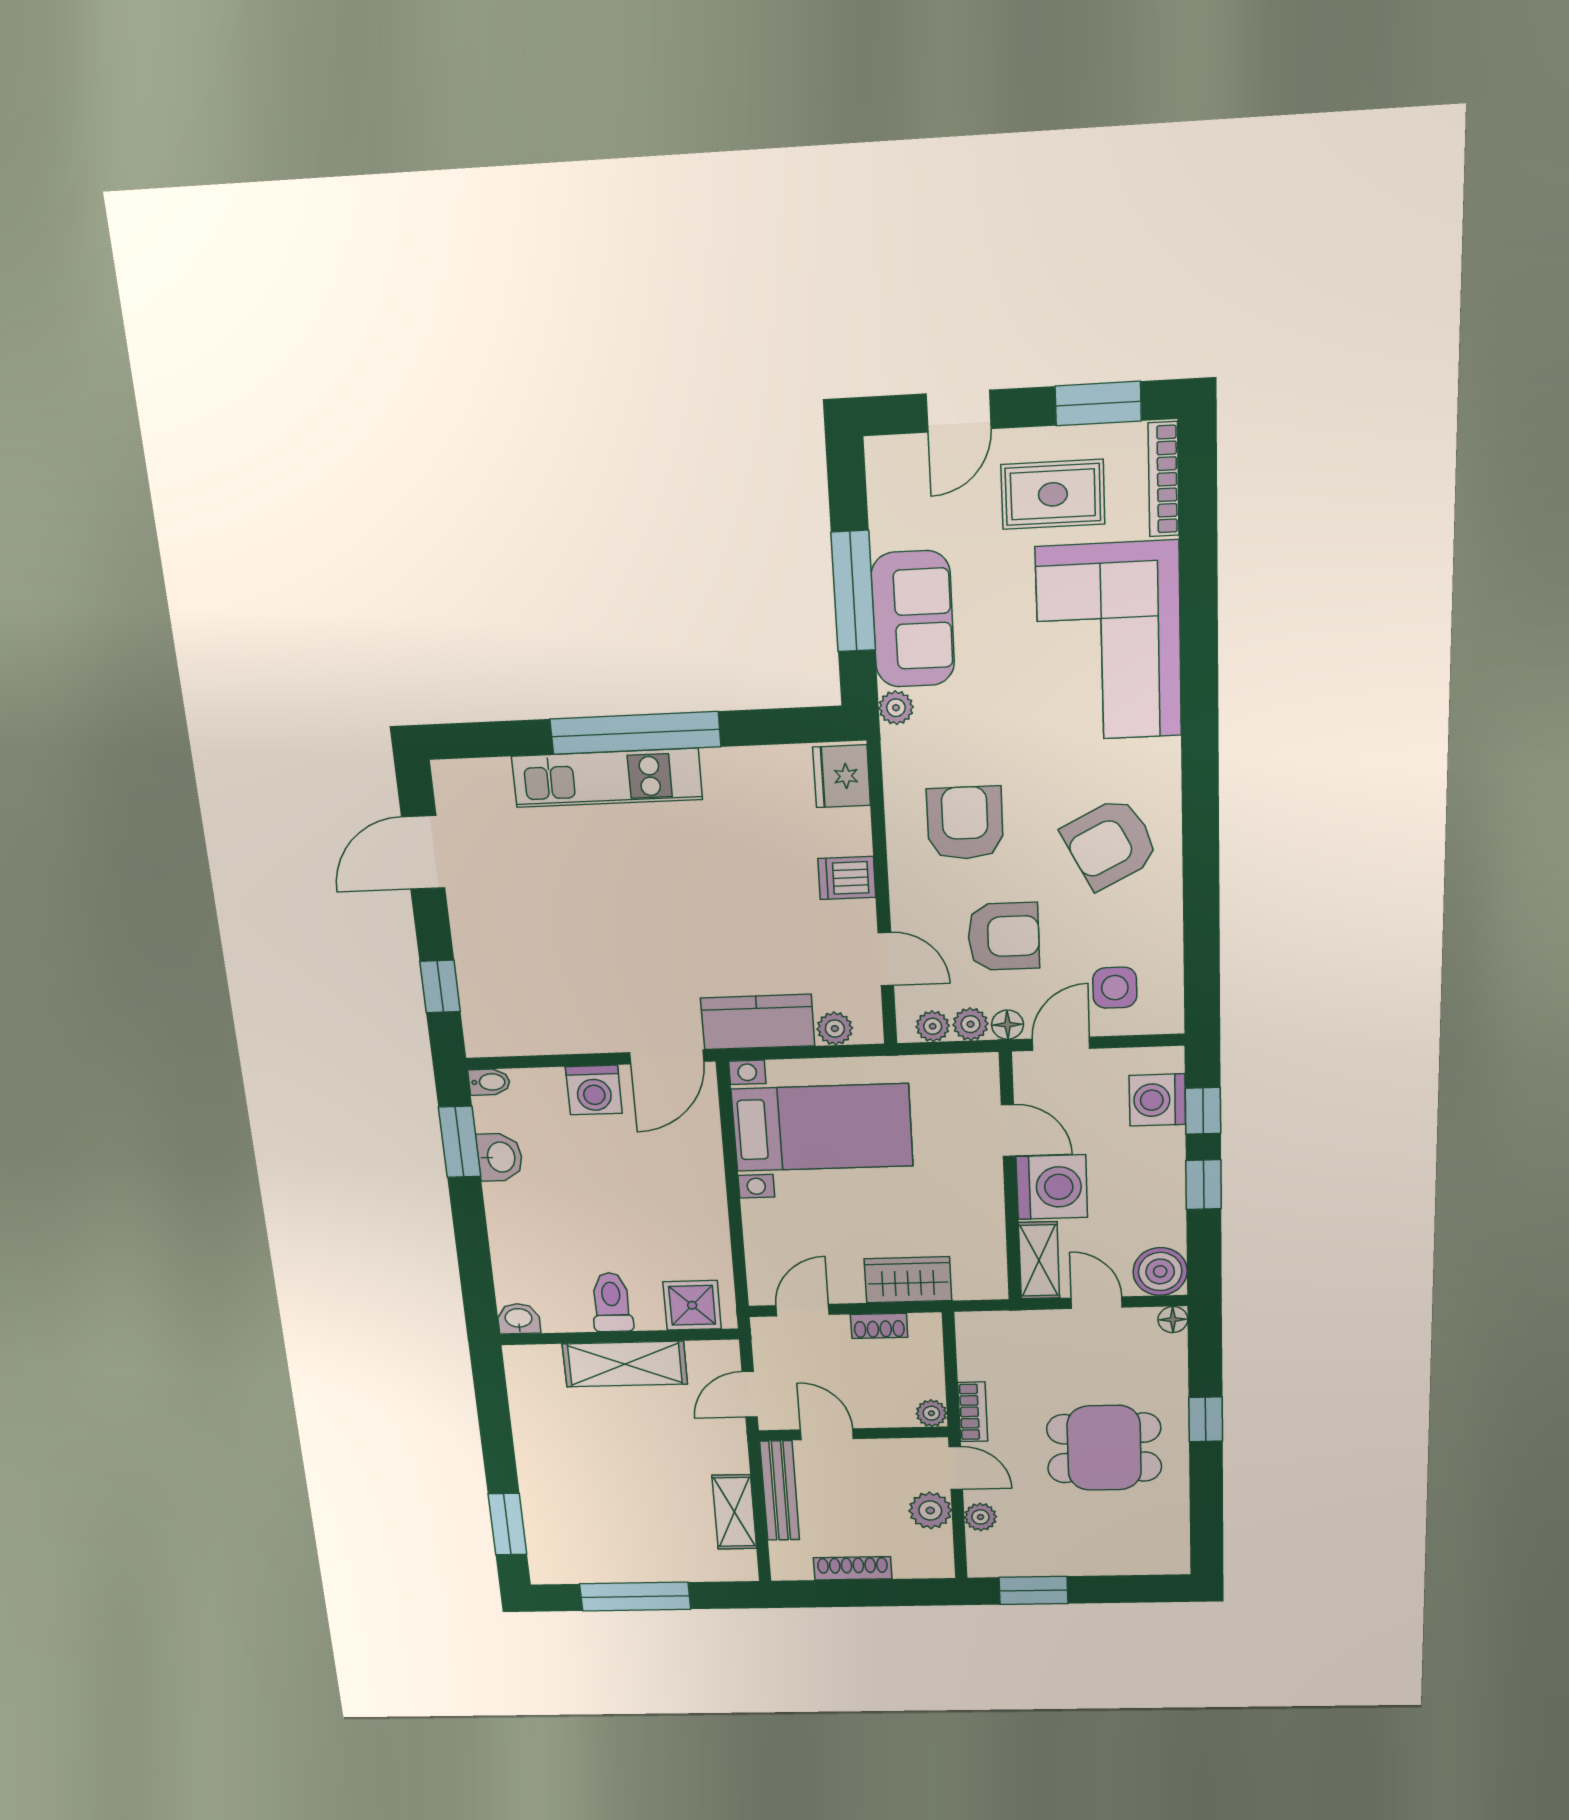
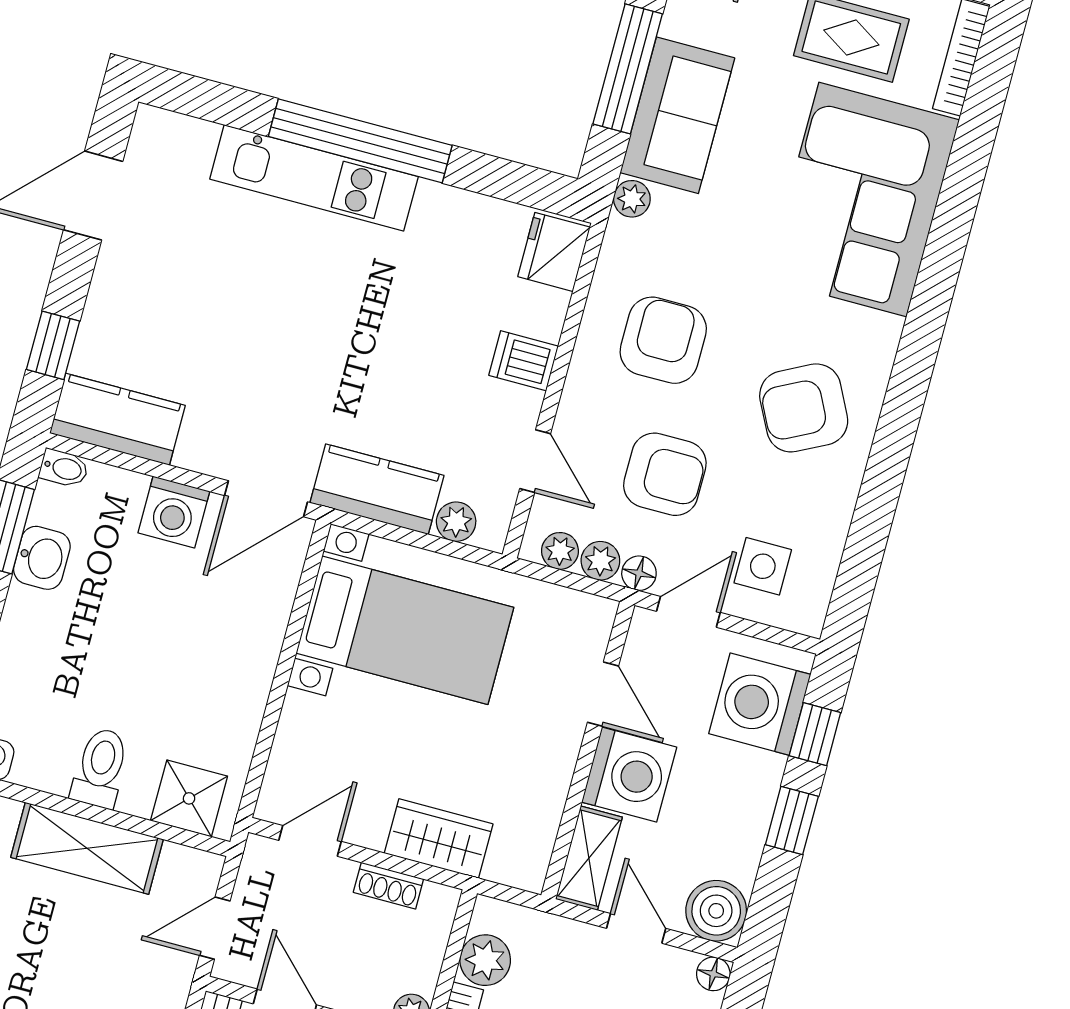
kitchen counter: (518, 1030) -> (117, 419), added
washing machine: (1157, 1100) -> (760, 704), width x1.37, depth x1.37
plant: (979, 1360) -> (485, 960), added

